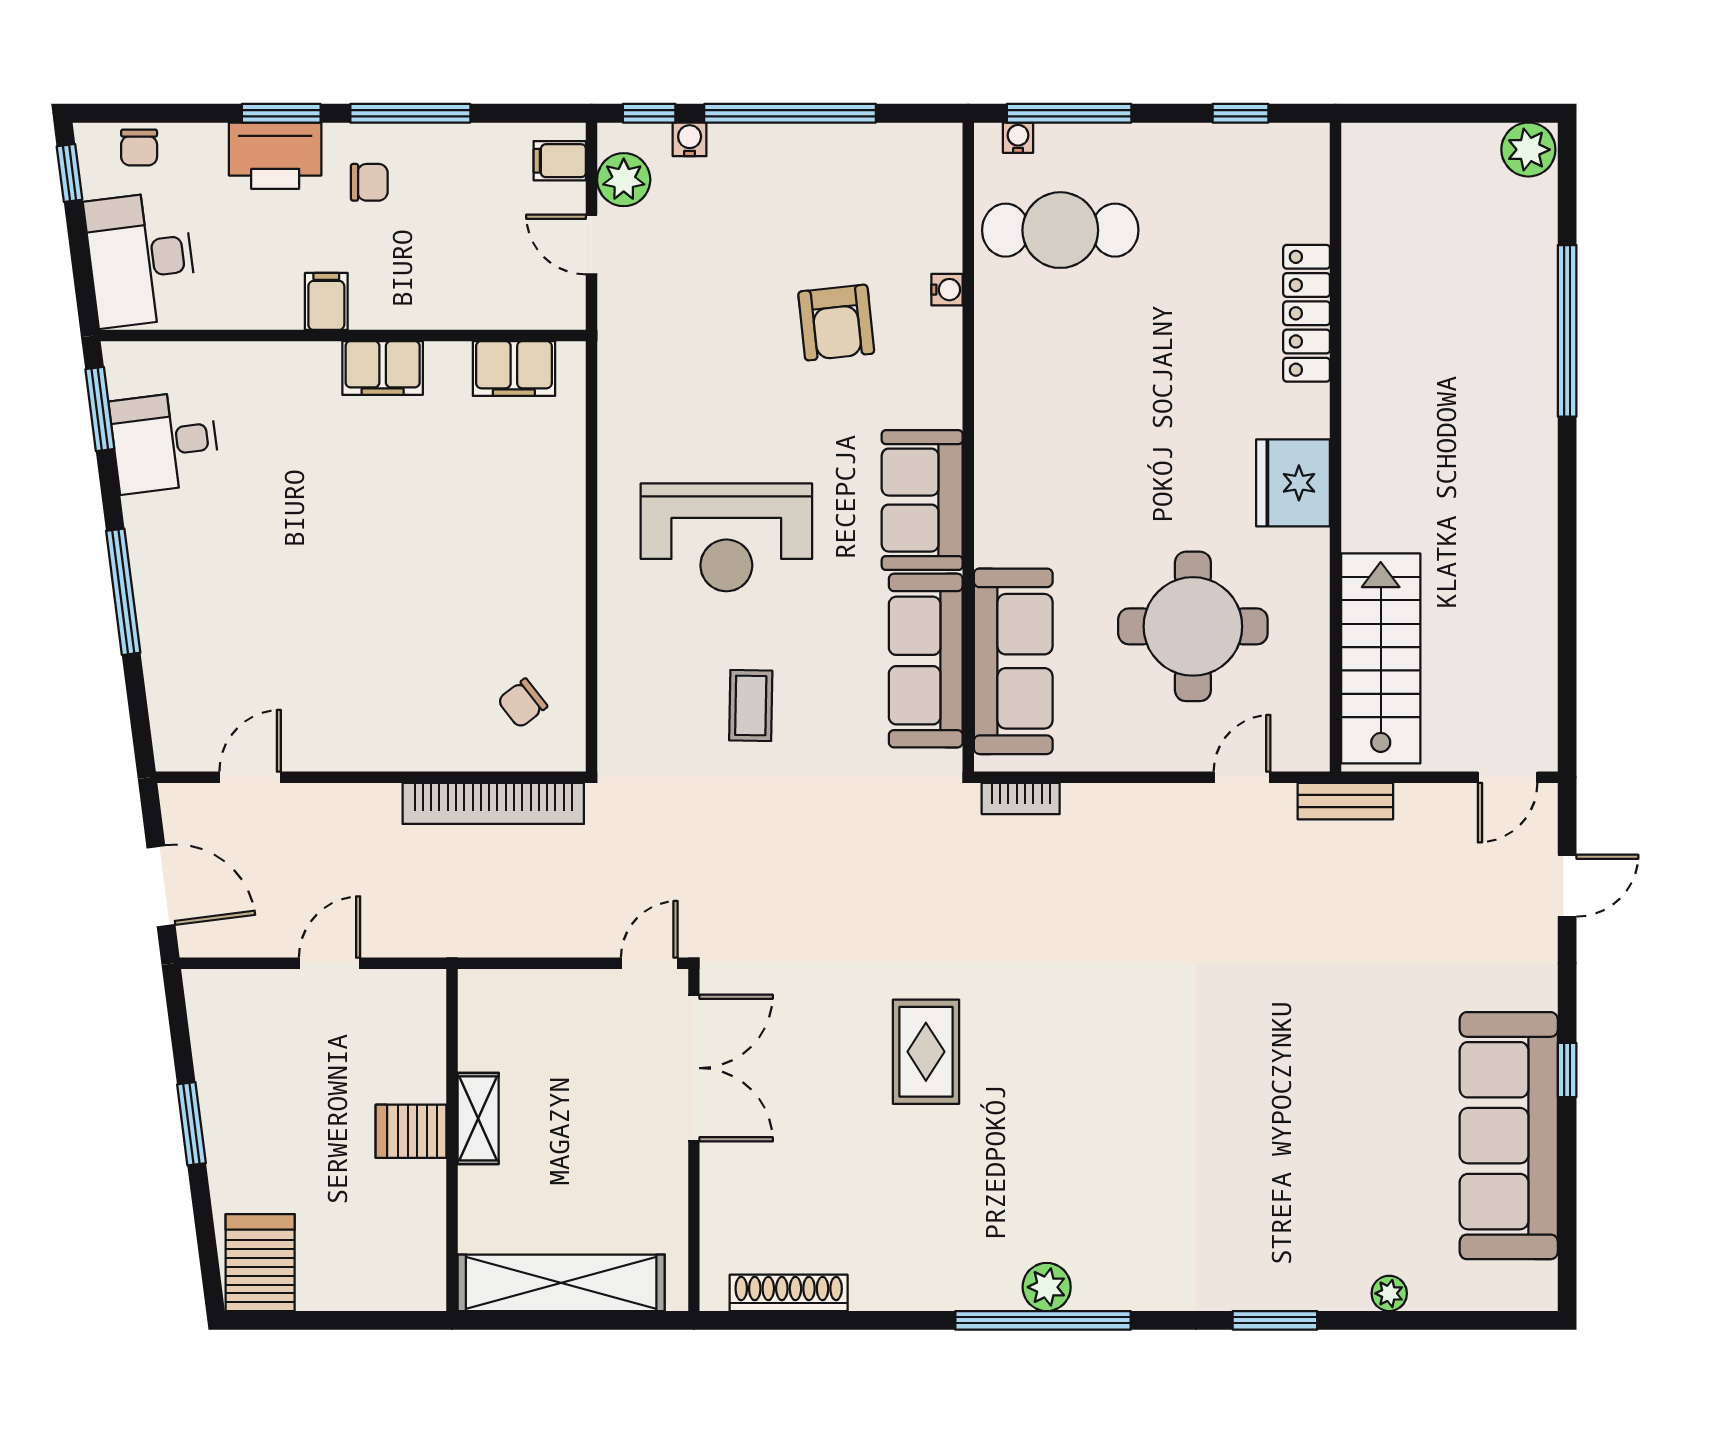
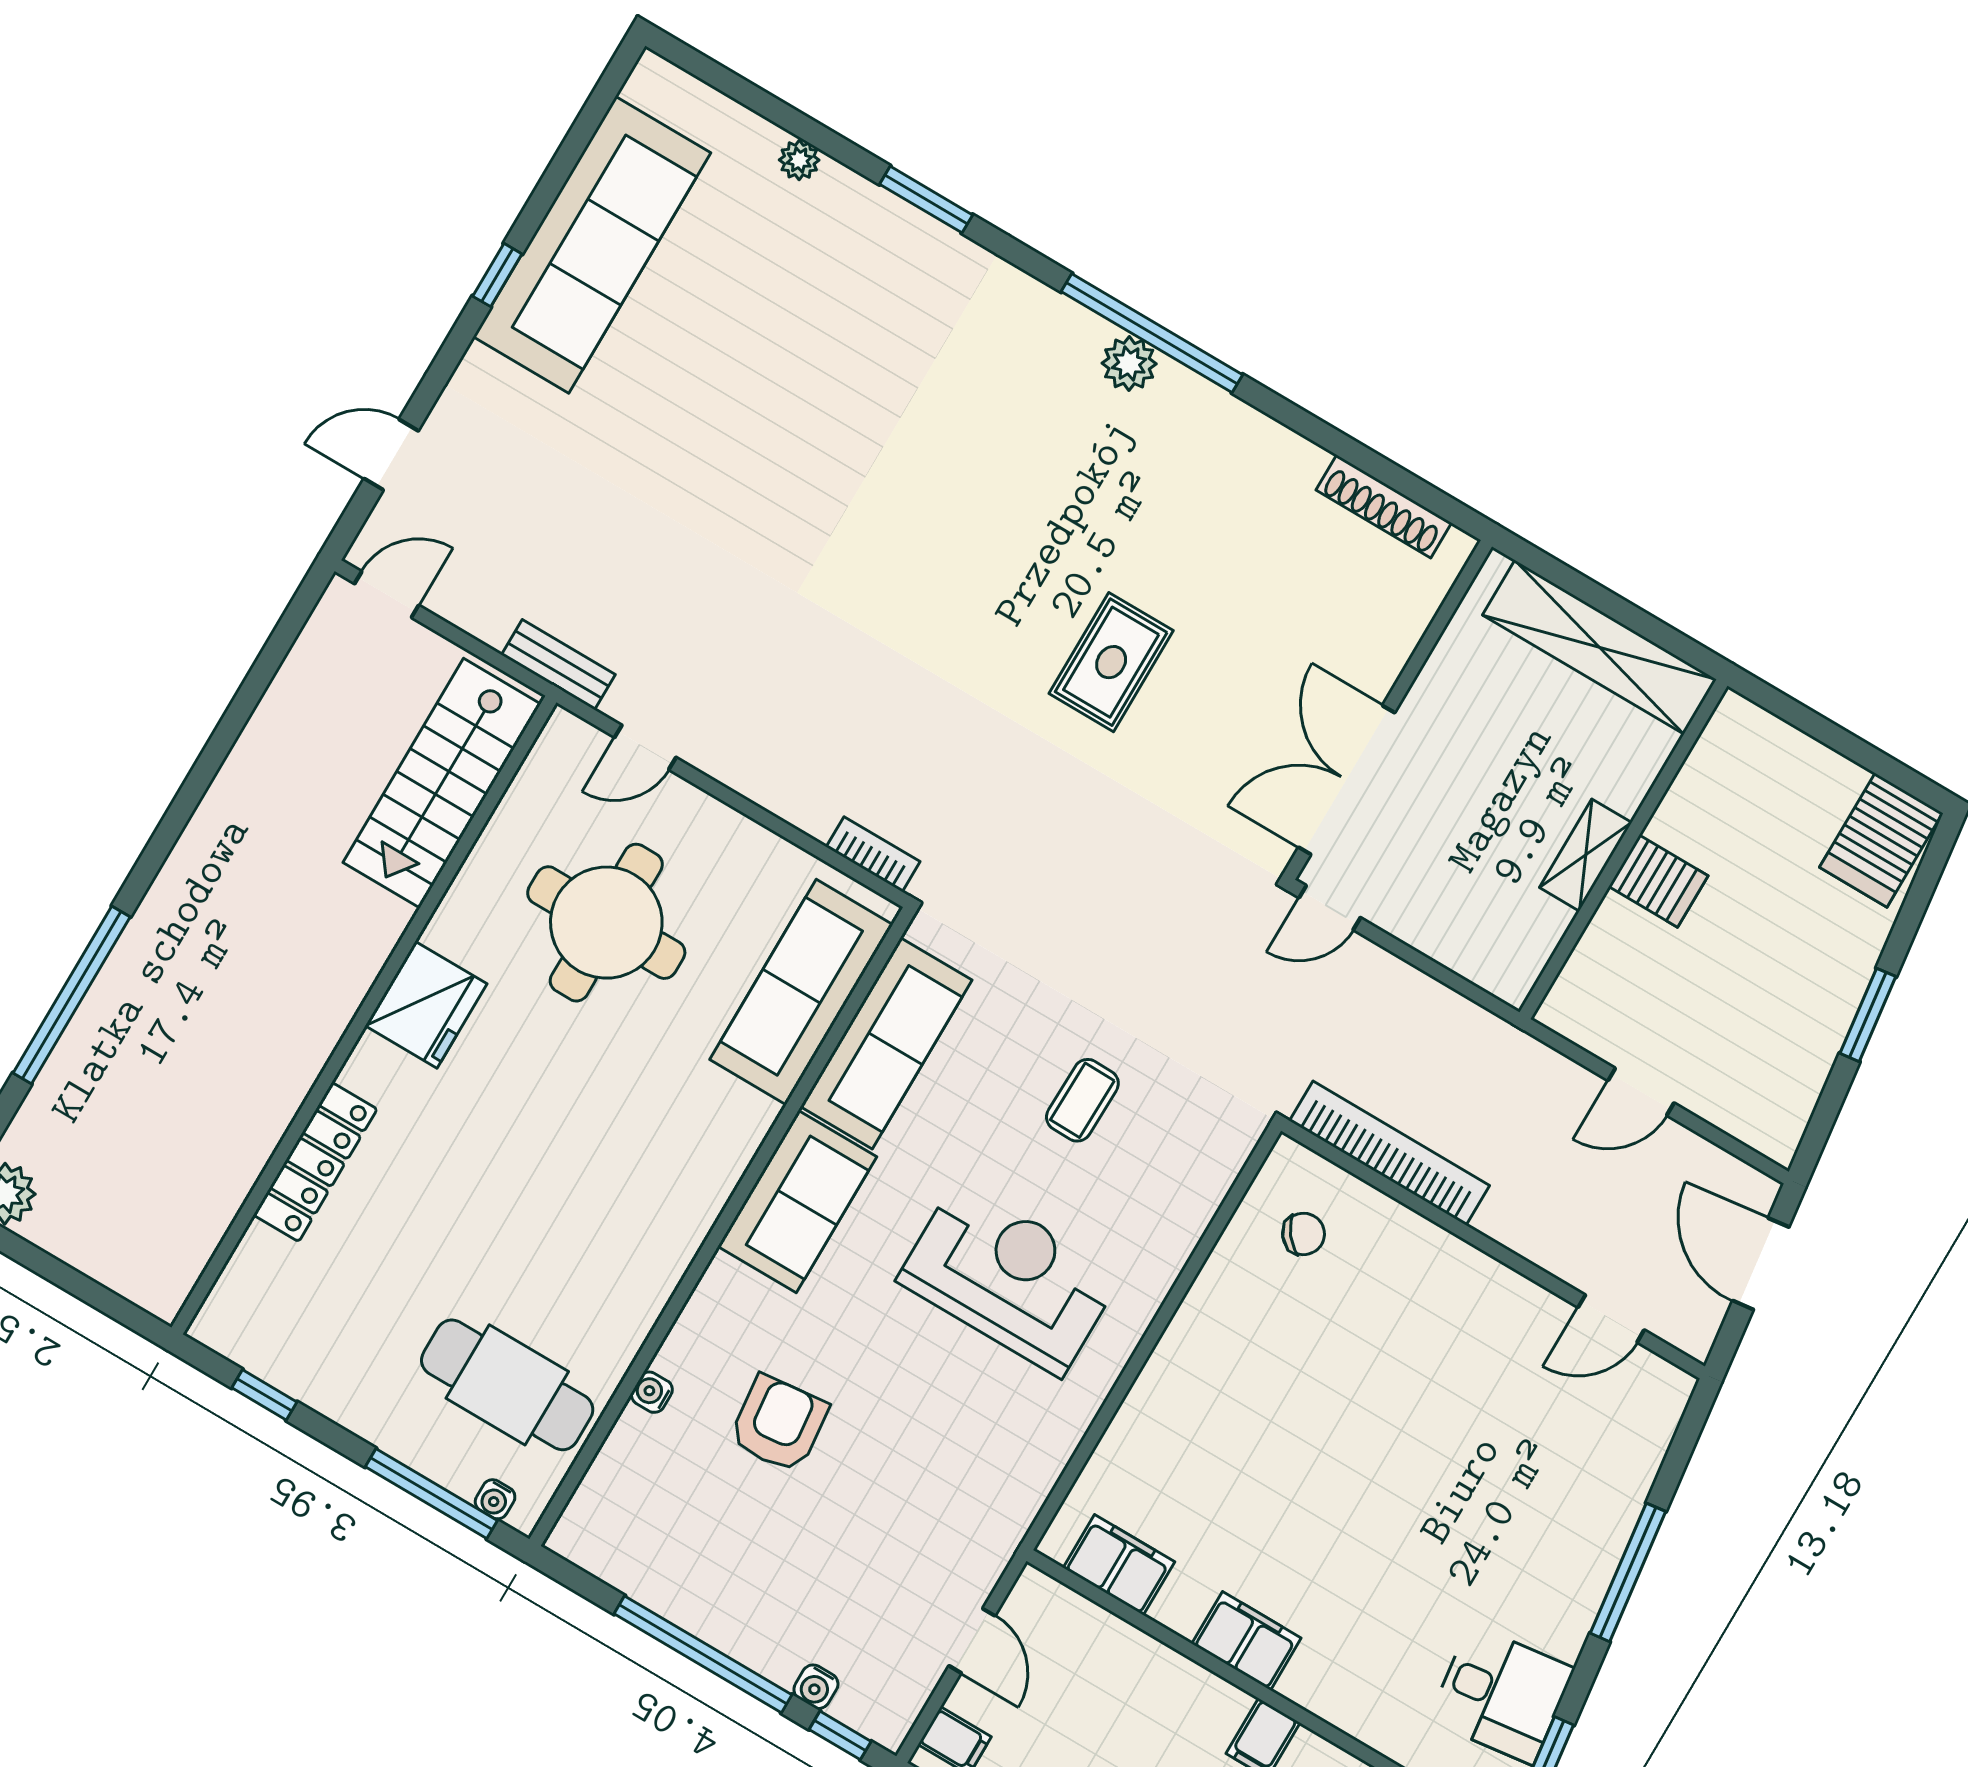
plant: (624, 180) -> (903, 1685), removed

